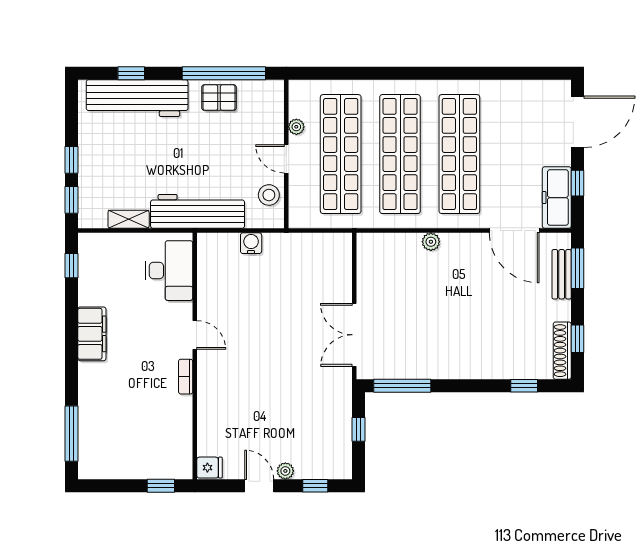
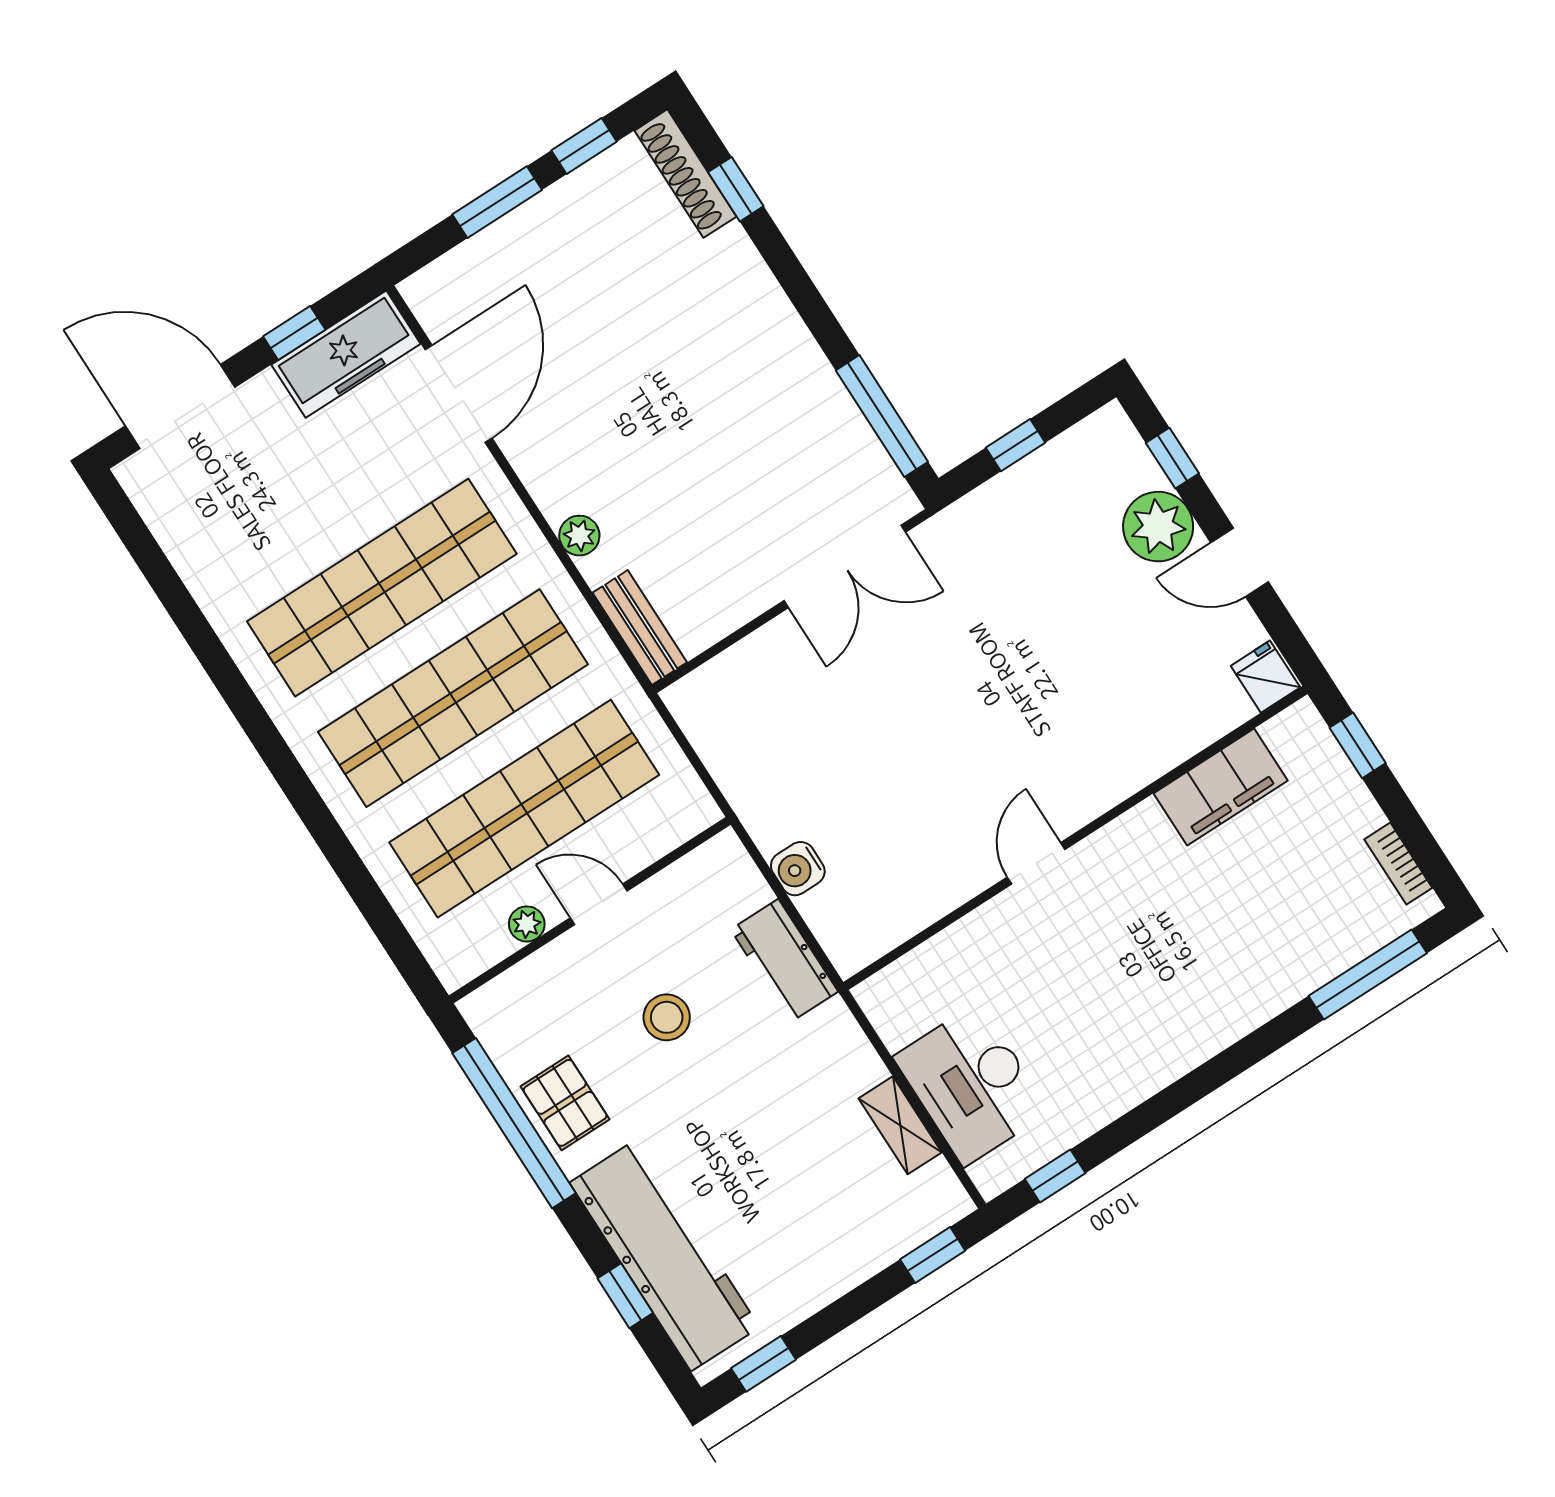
door: (286, 159) -> (599, 904), swing flipped
window: (71, 160) -> (764, 1364), moved
stool: (269, 195) -> (667, 1017), moved
workbench: (198, 211) -> (784, 961), width x0.53, depth x0.76
window: (577, 268) -> (497, 202), moved
desk: (169, 271) -> (971, 1084), moved, turned -90
bench: (562, 274) -> (640, 628), moved, turned 90
filing cabinet: (92, 334) -> (1221, 787), moved, turned 180
shoe rack: (562, 351) -> (685, 174), moved, turned 90
bookcase: (186, 377) -> (1398, 864), moved, turned 90
plant: (285, 471) -> (1158, 527), width x1.88, depth x1.88
door: (259, 486) -> (1240, 562), hinge flipped

